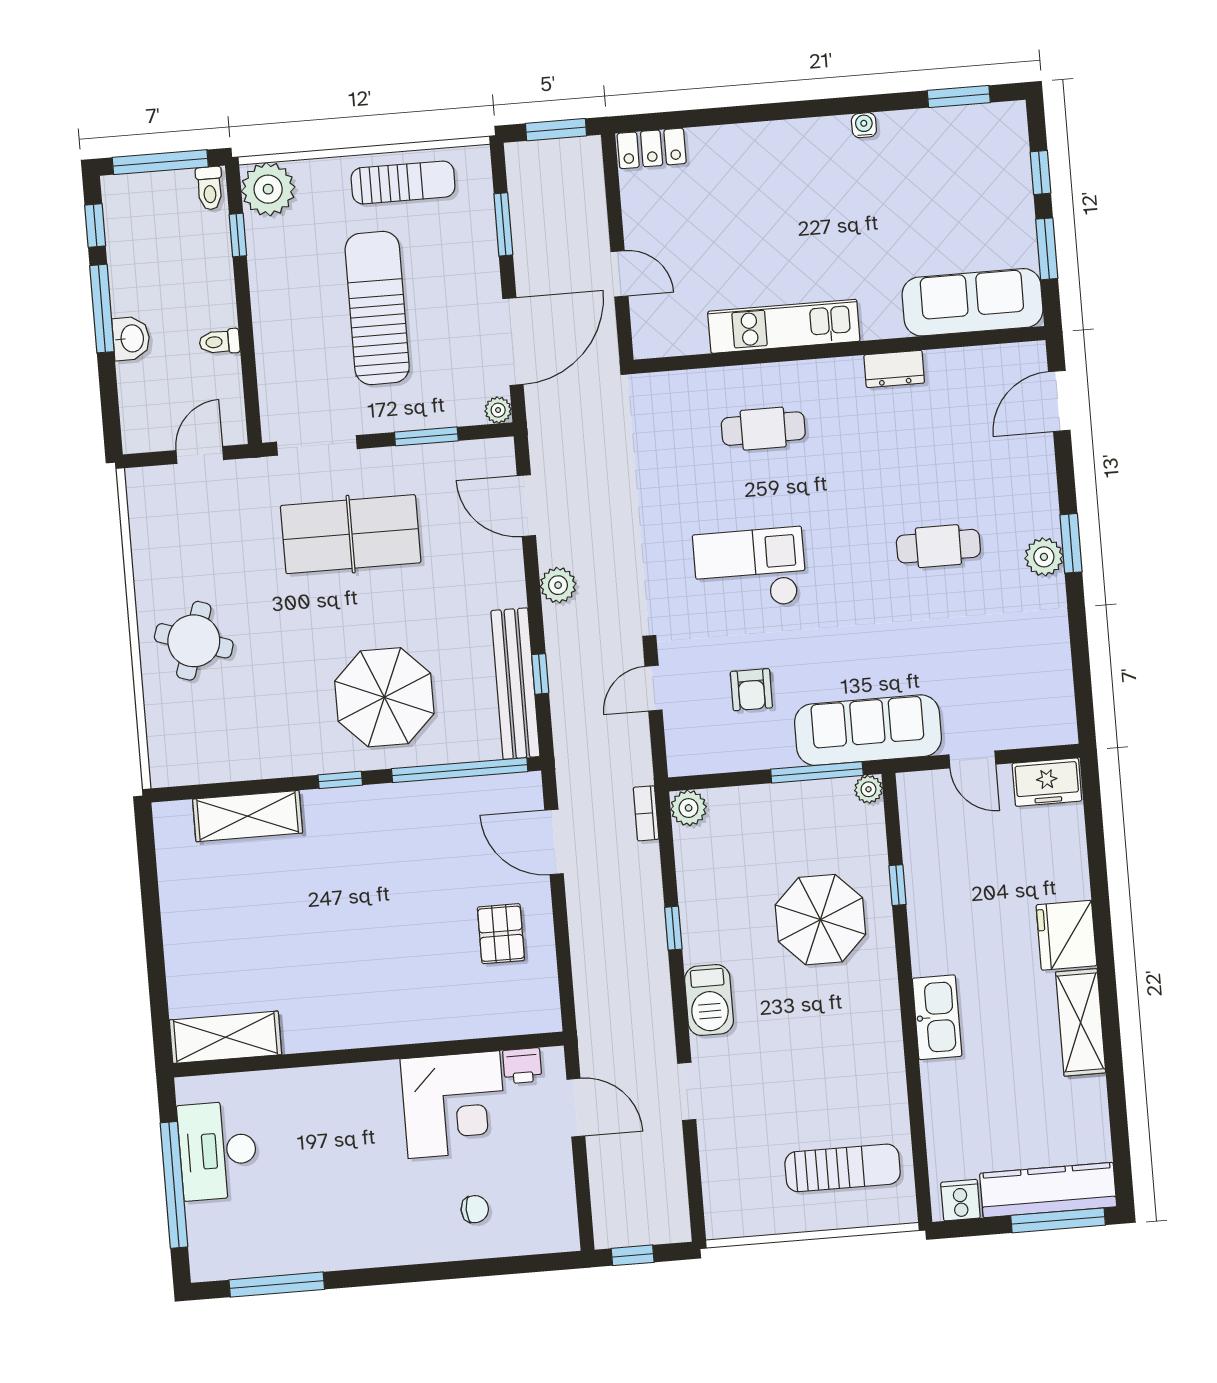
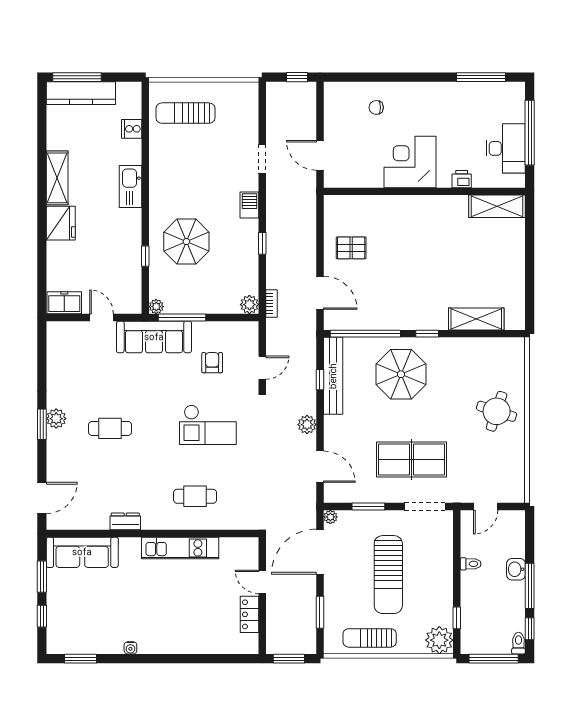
locker: (652, 148) -> (250, 614), moved, turned -90
toilet: (209, 188) -> (518, 643), moved
pallet: (501, 934) -> (351, 248), turned 90
barbecue: (709, 1000) -> (249, 205), width x0.73, depth x0.79
printer: (522, 1066) -> (462, 179), moved
corner desk: (454, 1105) -> (410, 162), moved
cooker: (960, 1200) -> (132, 129), moved, turned 90

